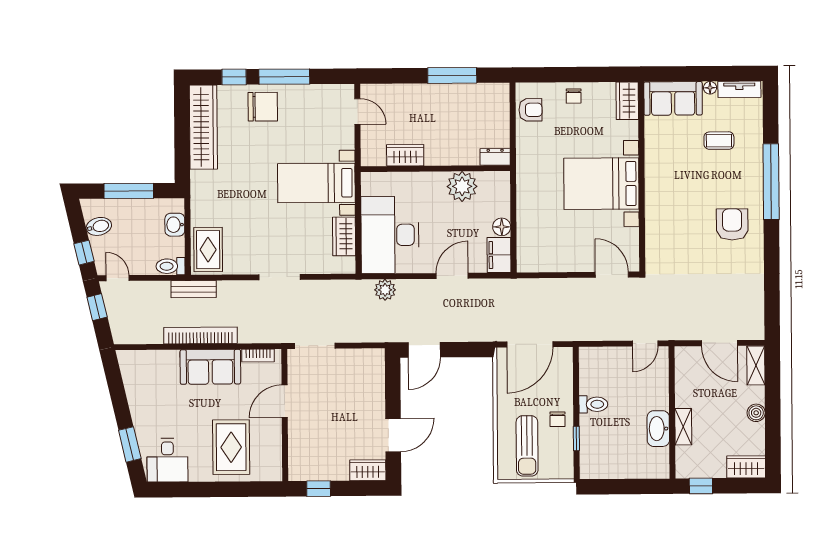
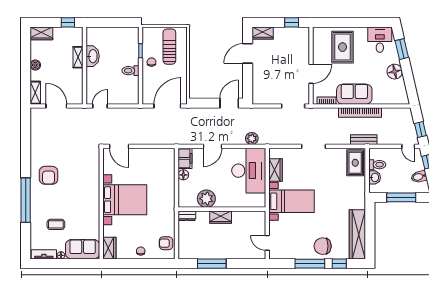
wardrobe: (405, 155) -> (221, 217), moved
toilet: (171, 266) -> (377, 165), moved
floor lamp: (142, 406) -> (395, 72), added

